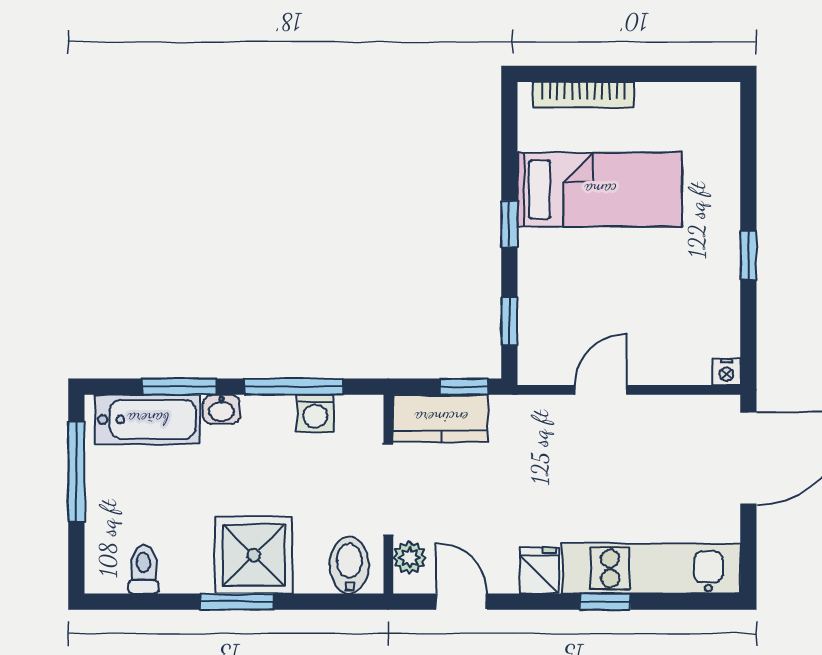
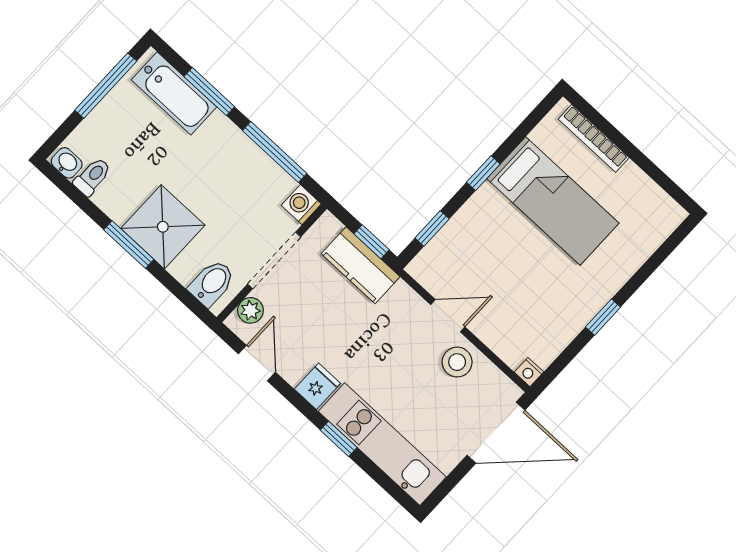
washbasin: (221, 409) -> (67, 163), moved, turned 180
washing machine: (315, 413) -> (301, 205), moved, turned 90
kitchen counter: (441, 418) -> (361, 265), moved
stool: (650, 426) -> (457, 362), added

